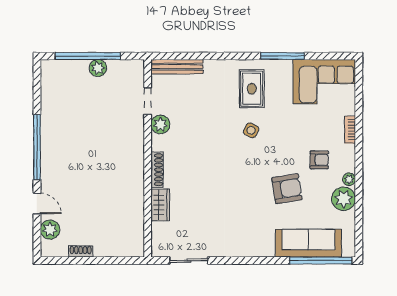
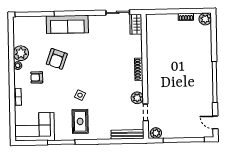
plant: (98, 68) -> (156, 133), moved
armchair: (287, 189) -> (57, 59), turned -61
door: (37, 204) -> (215, 122), moved
wardrobe: (160, 205) -> (136, 24), moved
plant: (50, 230) -> (205, 19), moved
sofa: (308, 243) -> (67, 24), moved

